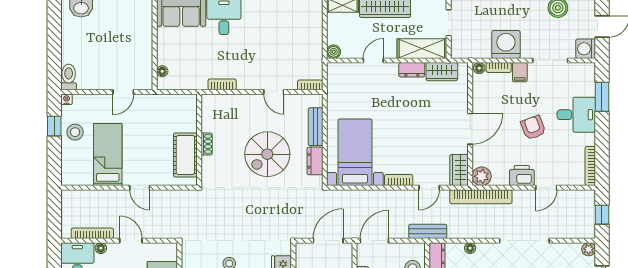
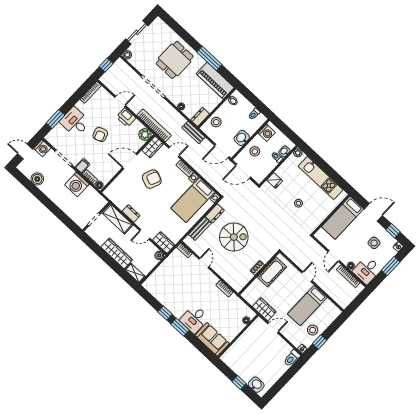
wardrobe: (442, 72) -> (164, 243), moved
wardrobe: (154, 104) -> (264, 309), added
armchair: (425, 132) -> (152, 179), added

